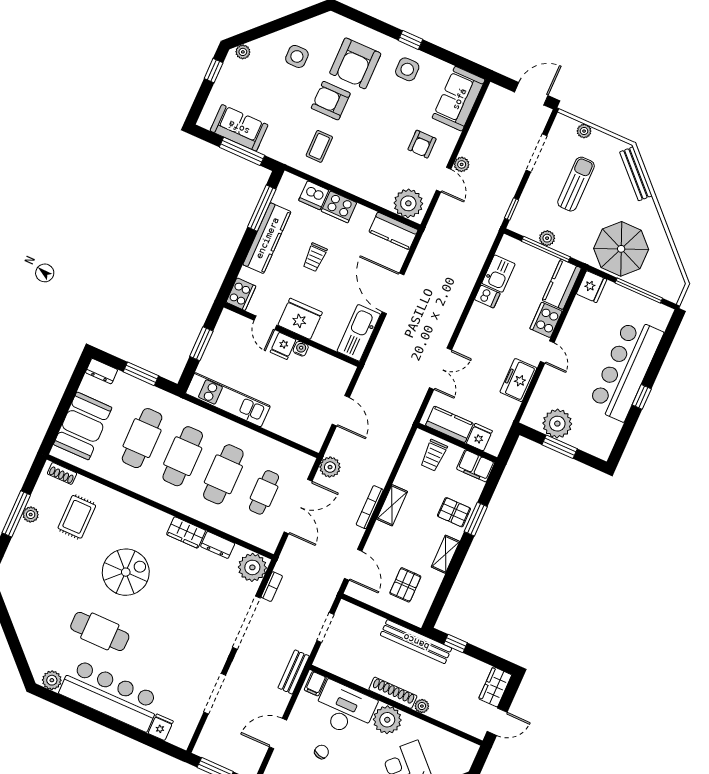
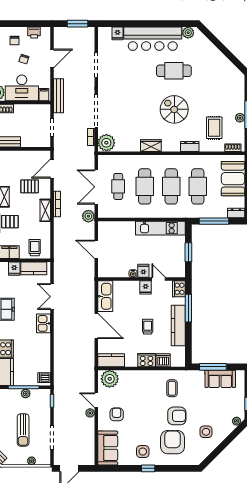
window: (262, 208) -> (188, 308), moved
kitchen sink: (498, 274) -> (44, 323), moved
dishwasher: (487, 297) -> (44, 378), moved
fridge: (300, 319) -> (146, 287), width x0.53, depth x0.75
window: (141, 374) -> (214, 221), width x1.44
dresser: (218, 545) -> (190, 147), moved
door: (353, 565) -> (52, 169), hinge flipped
spiral stairs: (126, 572) -> (174, 109), turned 90
pallet: (405, 585) -> (30, 186), moved, turned 90
bench: (294, 672) -> (59, 96), width x1.36

